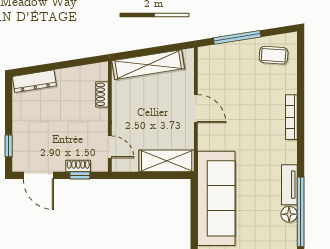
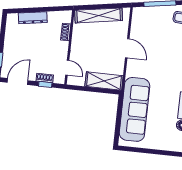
dresser: (34, 81) -> (33, 18), moved
door: (38, 175) -> (18, 81), swing flipped

